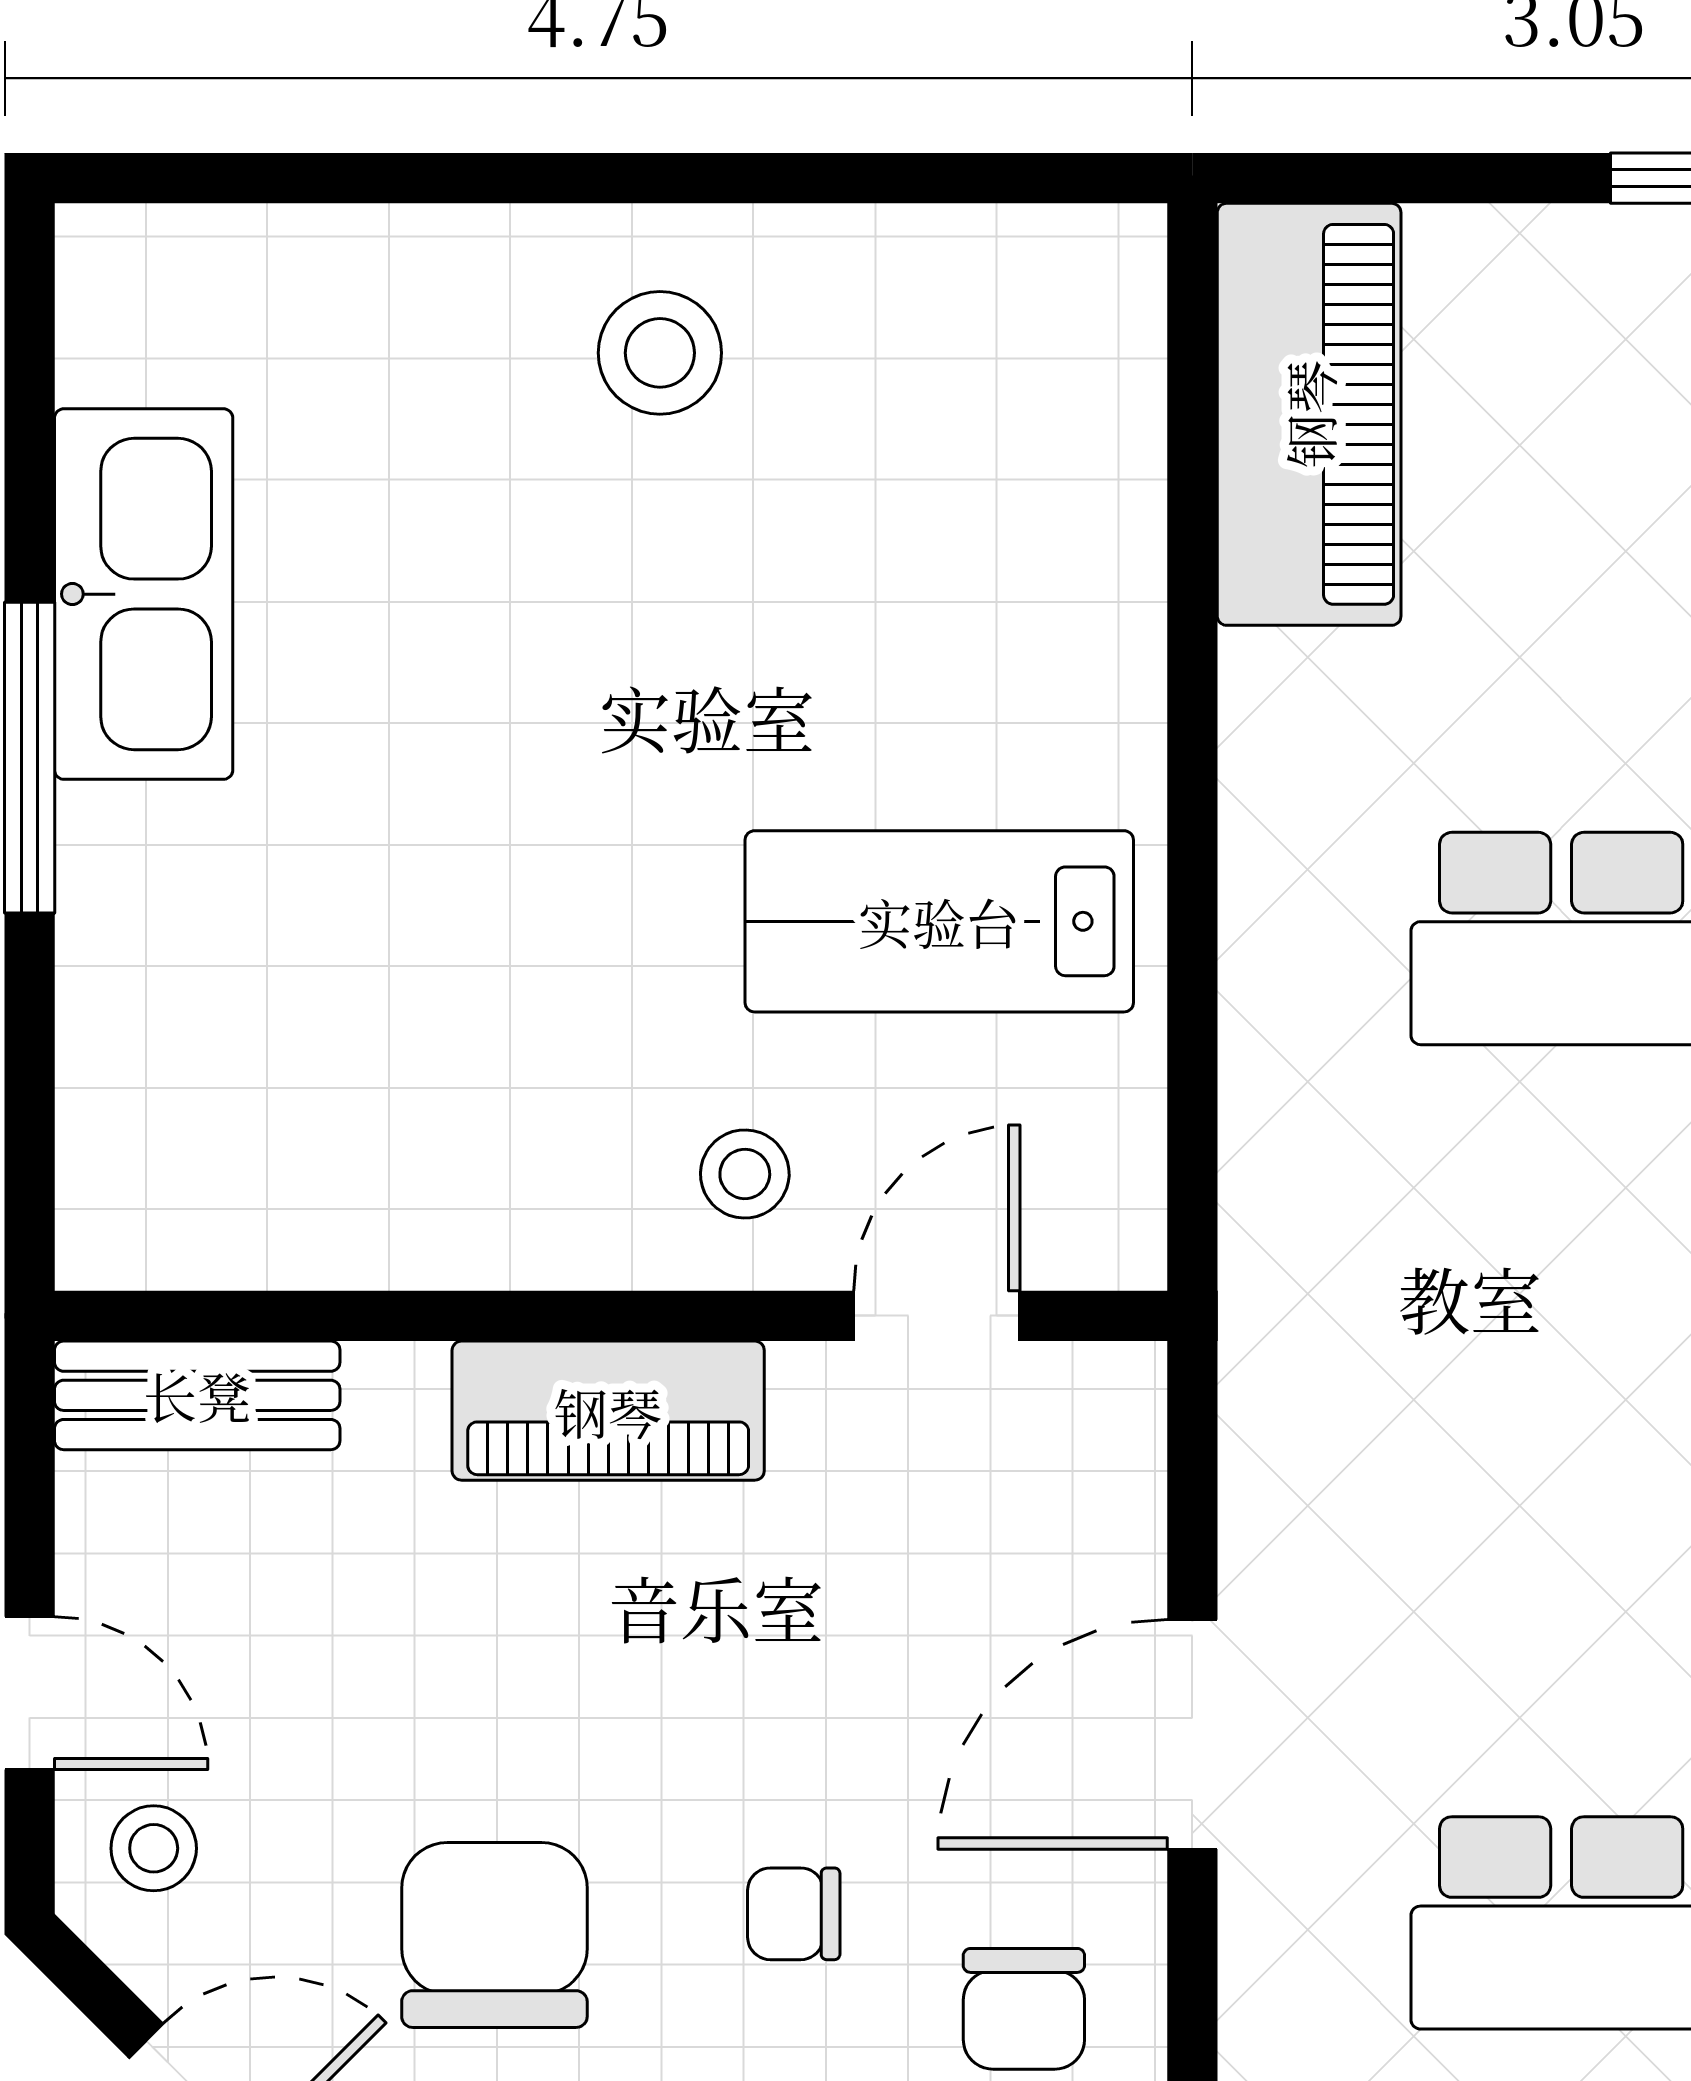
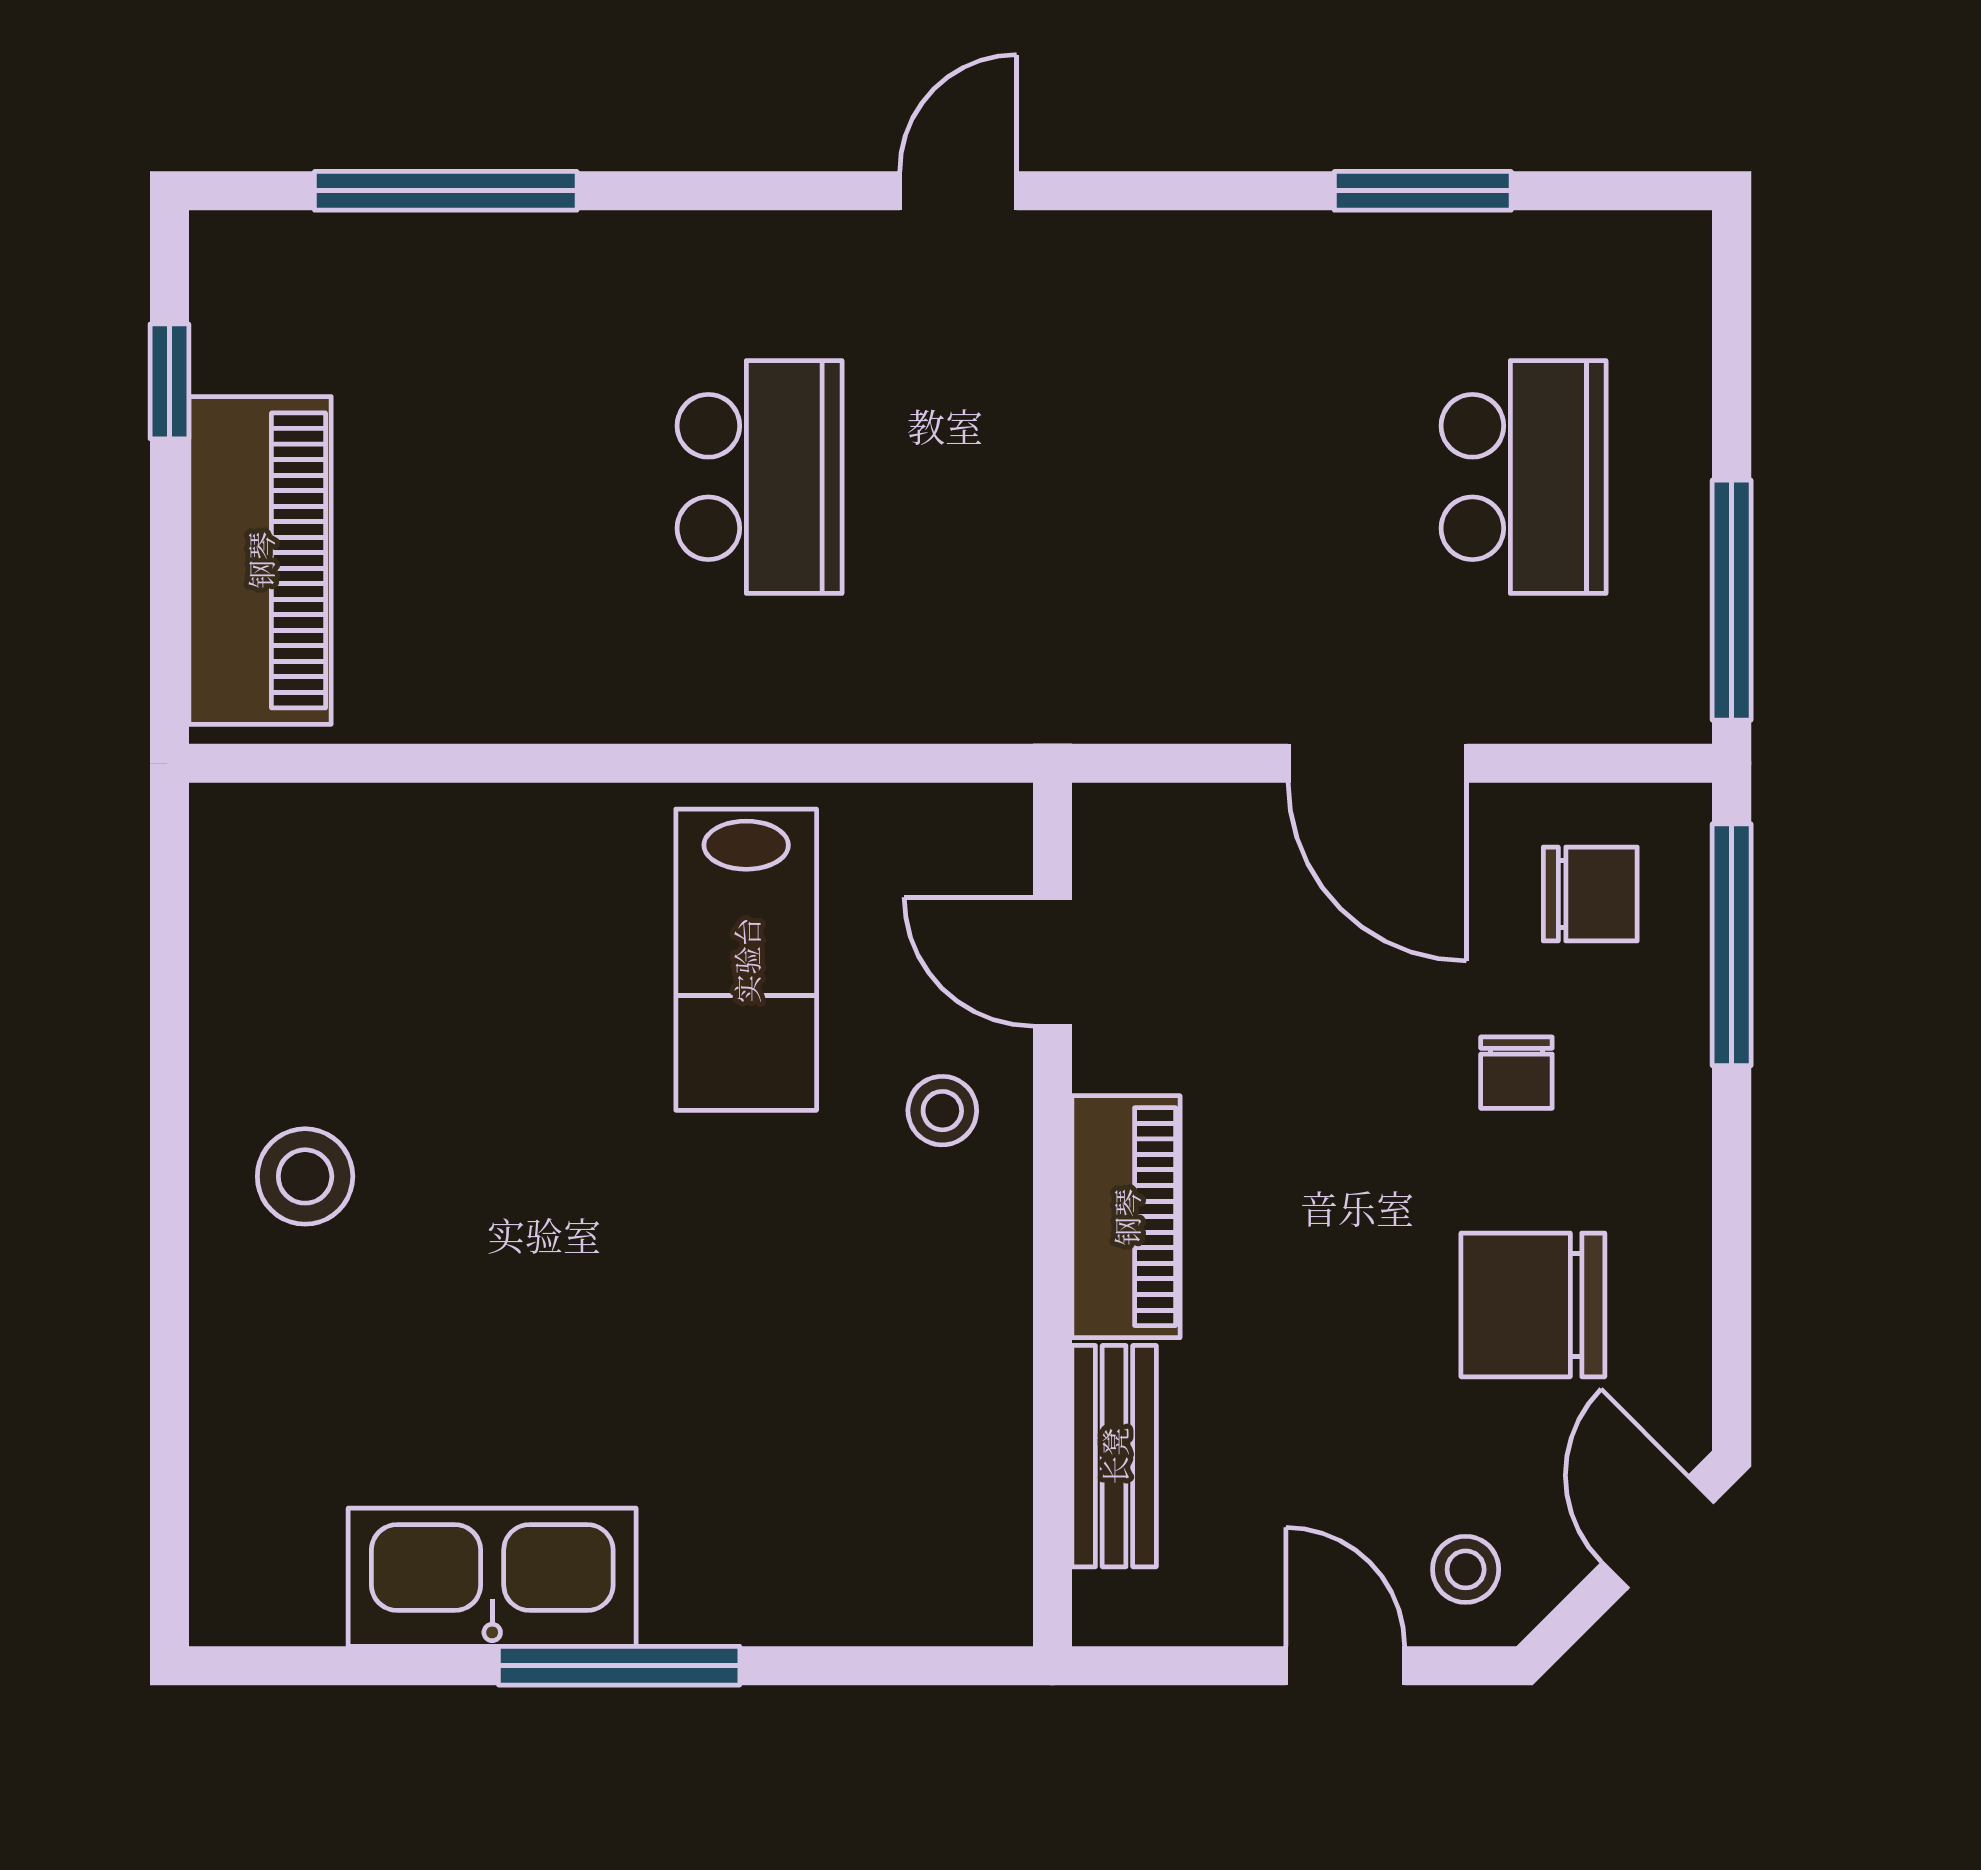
piano: (1309, 414) -> (260, 560), moved, turned 90
bench: (197, 1395) -> (1114, 1456), moved
door: (30, 1693) -> (1345, 1666), hinge flipped

